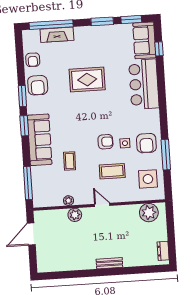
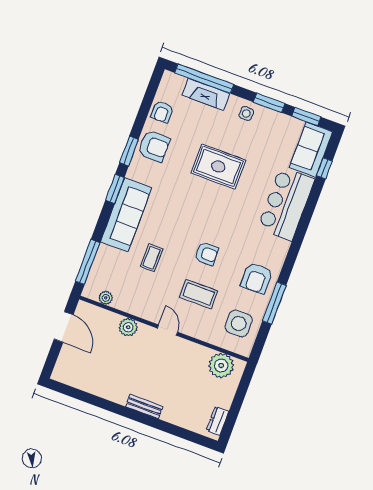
armchair: (38, 85) -> (154, 146), turned -90
side table: (125, 143) -> (246, 114), moved
plant: (68, 201) -> (106, 298), moved
door: (31, 234) -> (64, 327), swing flipped

